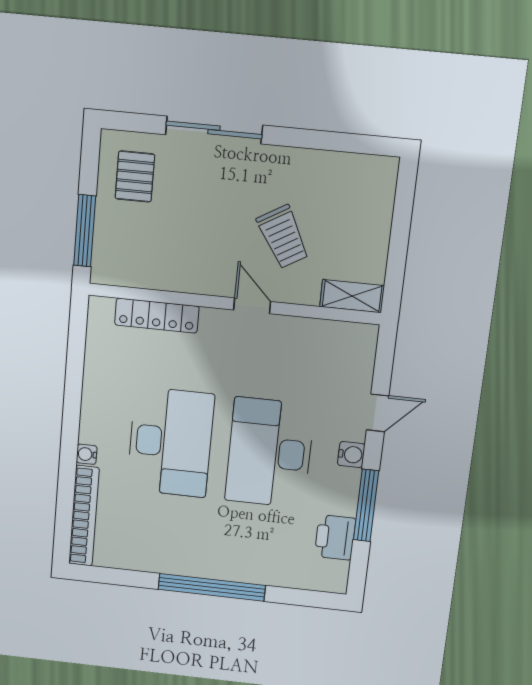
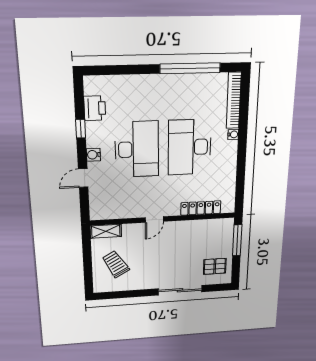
pallet: (135, 177) -> (215, 266), turned 90
trolley: (283, 237) -> (116, 264), moved
door: (252, 306) -> (154, 220), hinge flipped
window: (366, 505) -> (81, 129), width x0.46
window: (212, 587) -> (190, 68), moved

